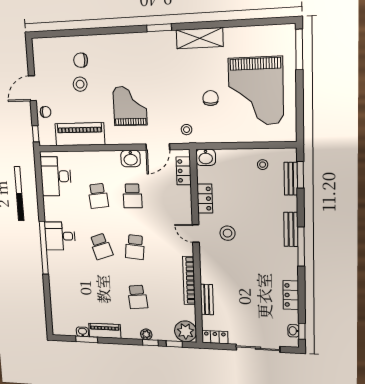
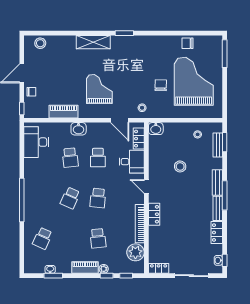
shelving: (200, 38) -> (93, 42), moved
chair: (81, 60) -> (187, 43), moved
stool: (80, 84) -> (40, 43), moved
grand piano: (256, 91) -> (194, 81), turned 180
piano: (80, 134) -> (64, 112), width x0.73, depth x0.75
door: (158, 147) -> (120, 120), hinge flipped
washbasin: (131, 159) -> (79, 129), moved
locker: (205, 199) -> (154, 214), moved
stool: (227, 233) -> (180, 166), moved
desk: (60, 236) -> (132, 162), moved, turned 180
school desk: (101, 246) -> (70, 198), turned 42
school desk: (71, 295) -> (42, 238), added
bench: (207, 300) -> (218, 208), moved
piano: (105, 331) -> (85, 268), moved
plant: (186, 331) -> (135, 252), moved

